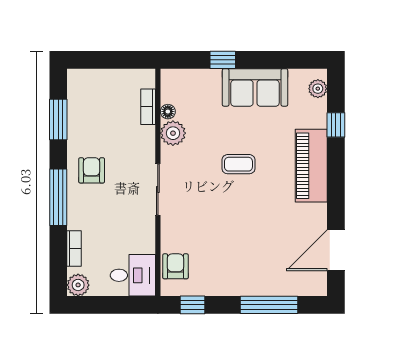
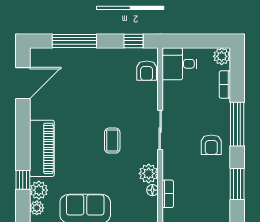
plant: (315, 112) -> (39, 190), added
coffee table: (238, 164) -> (112, 141), moved, turned 90

